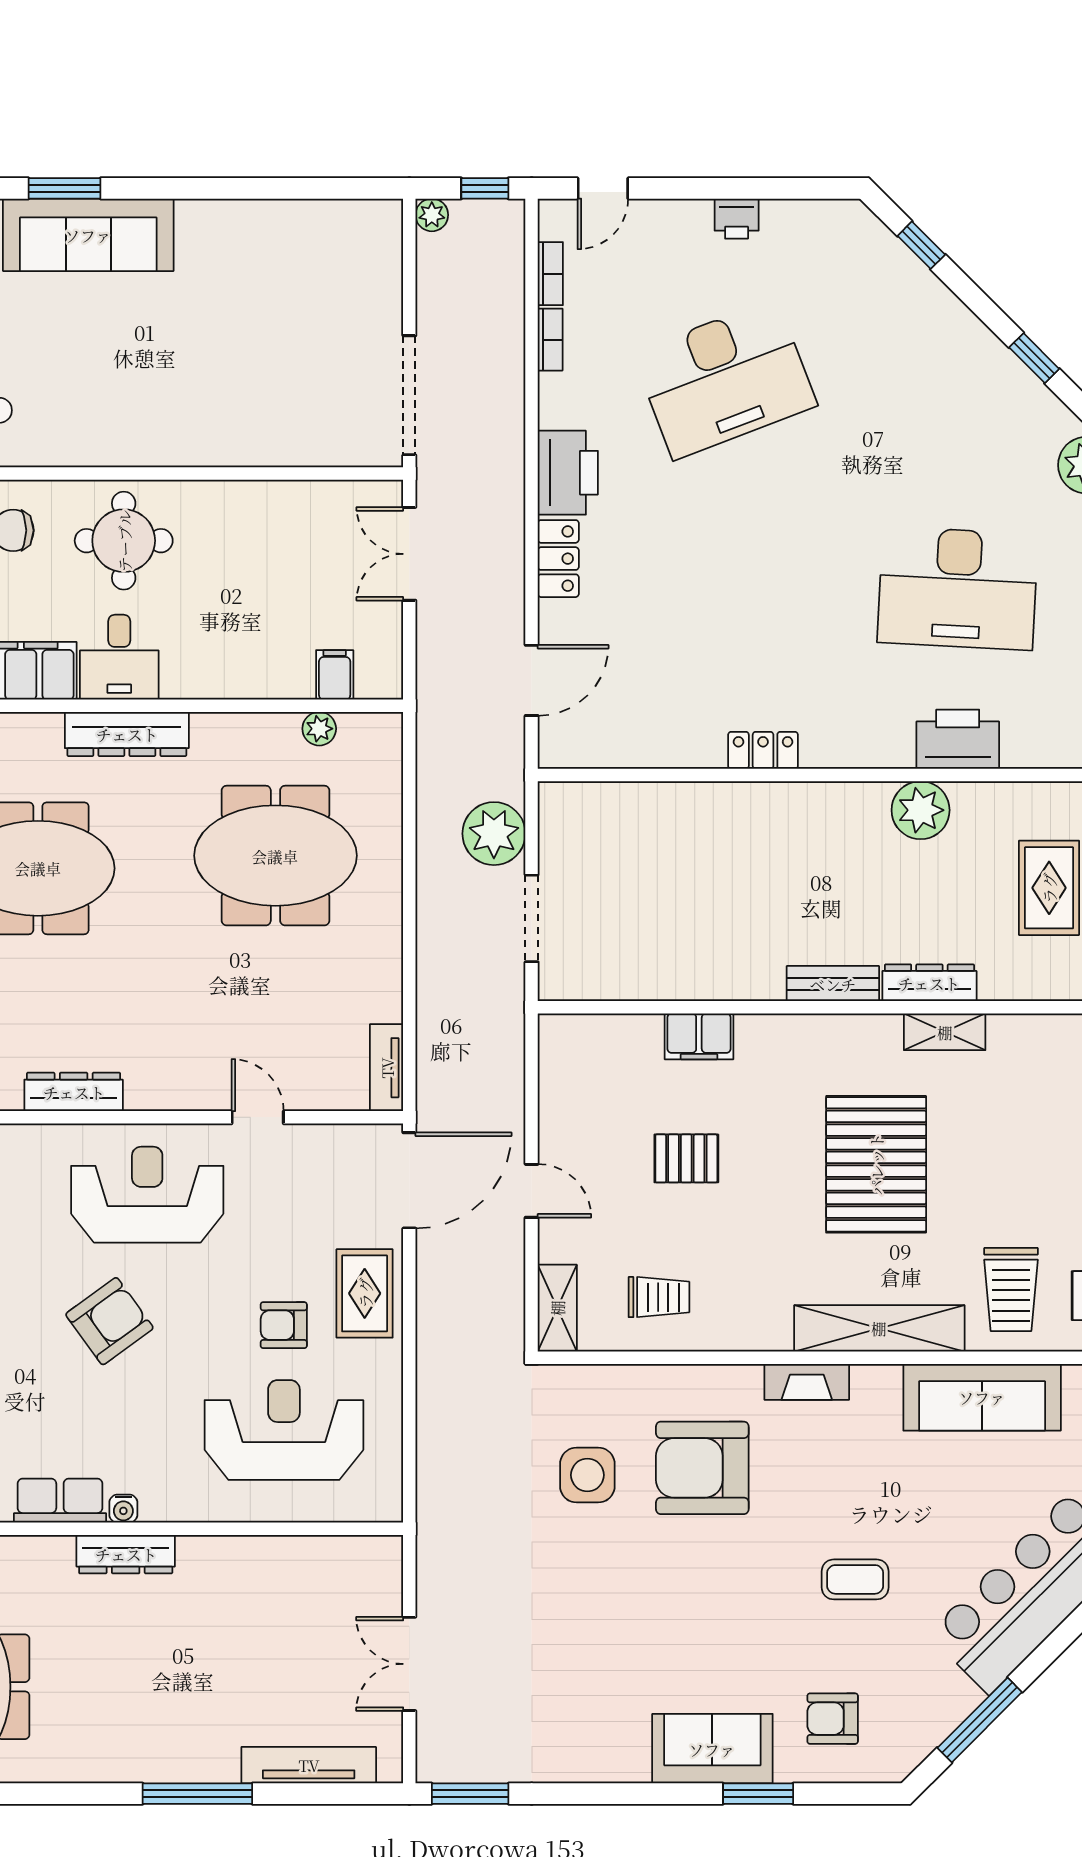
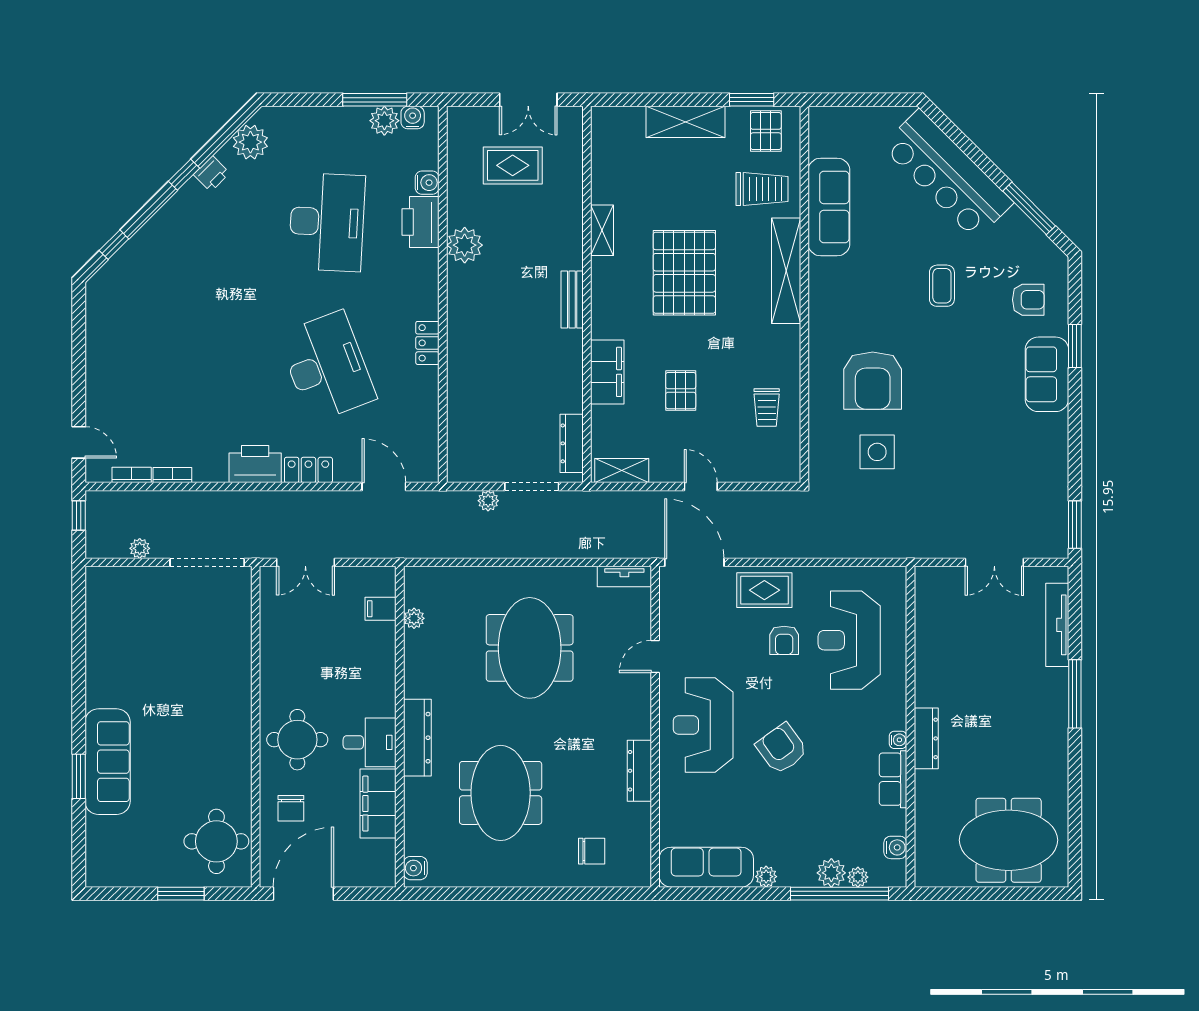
plant: (432, 215) -> (140, 548), moved
printer: (737, 219) -> (212, 174), moved, turned 45
desk: (725, 379) -> (327, 367), moved
water cooler: (1021, 750) -> (427, 183), added
plant: (494, 834) -> (488, 501), width x0.53, depth x0.53
meeting table: (275, 856) -> (530, 648), moved
dresser: (929, 983) -> (572, 443), moved
filing cabinet: (699, 1036) -> (607, 372), width x1.50, depth x1.17
pallet: (876, 1164) -> (684, 273), turned 90
door: (532, 1191) -> (701, 487), hinge flipped
trolley: (659, 1297) -> (767, 407), turned 180
shelving: (557, 1308) -> (622, 471), moved
fireplace: (807, 1382) -> (819, 316), removed
armchair: (833, 1719) -> (1028, 300), turned -90

